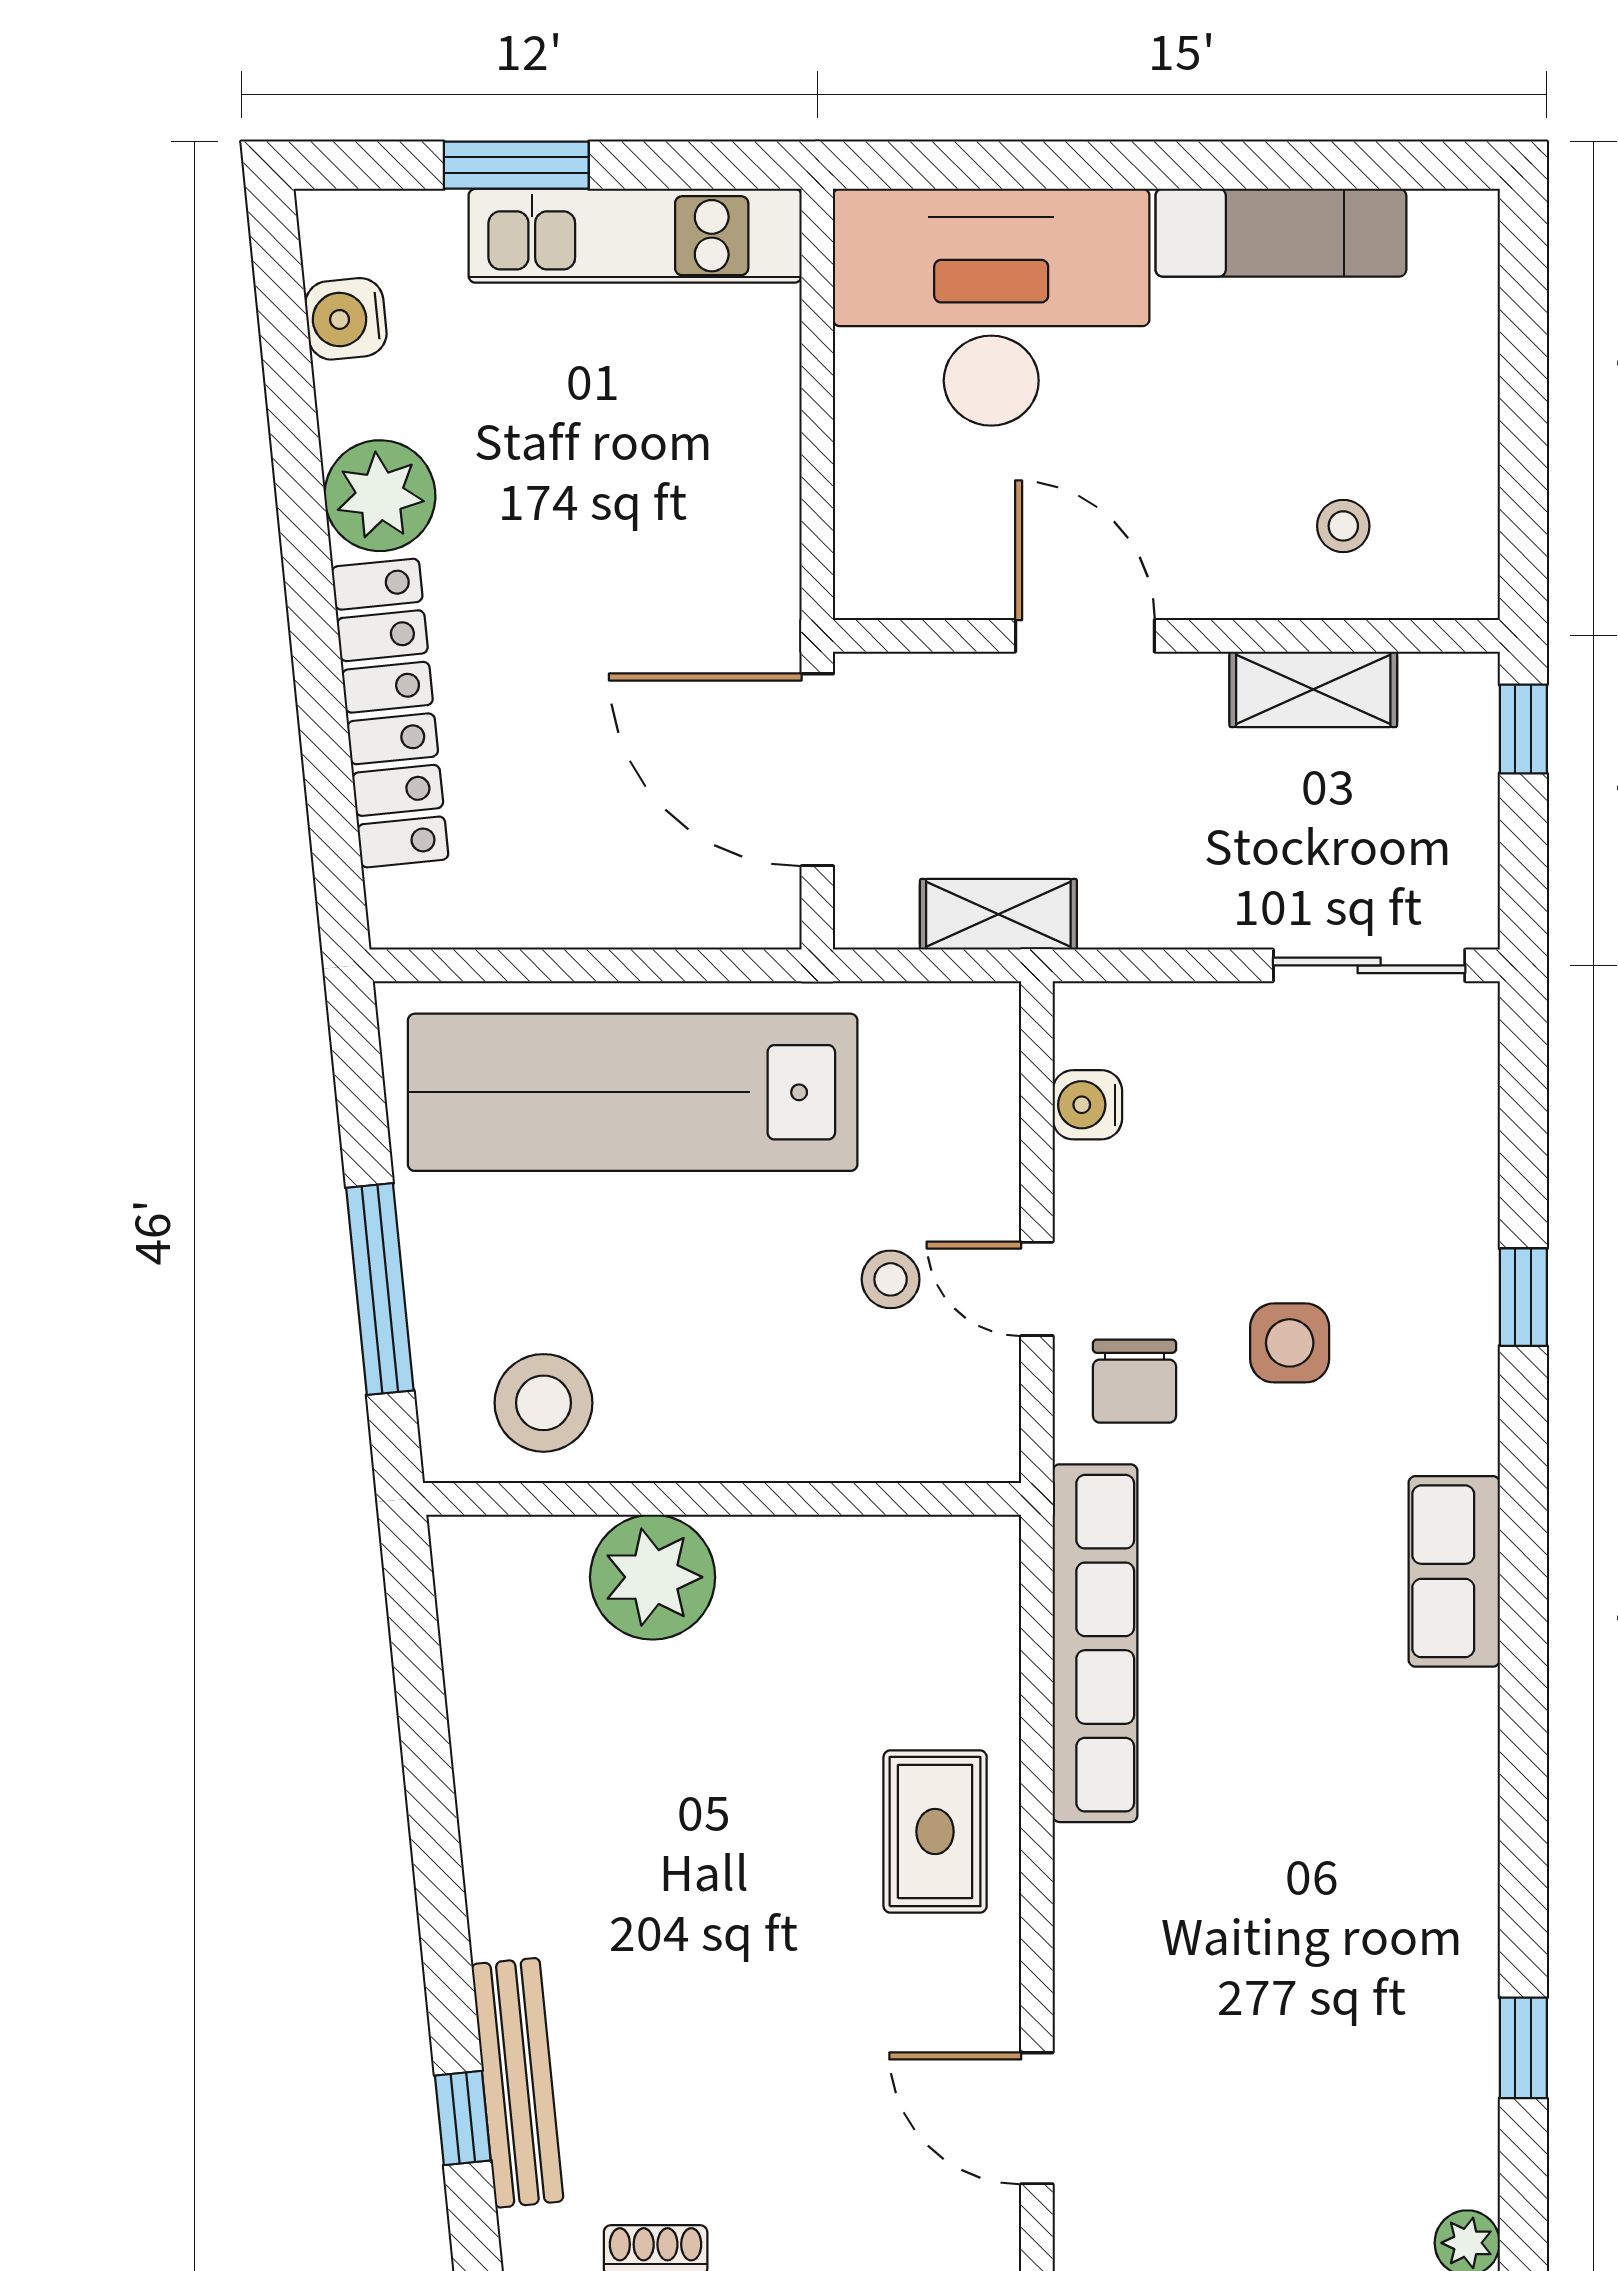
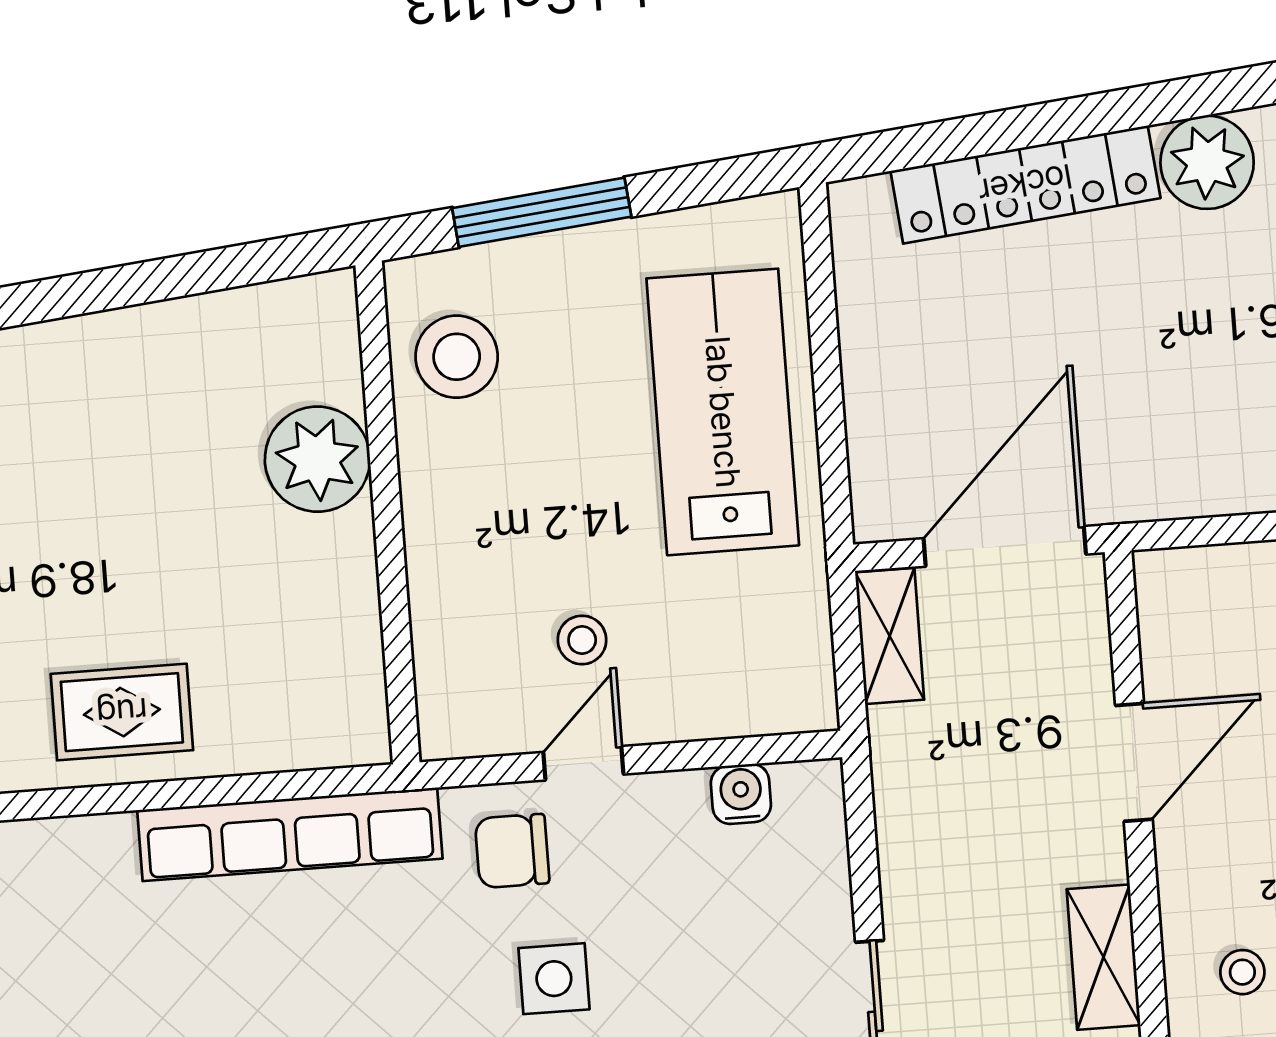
shelving: (998, 914) -> (890, 636), moved
lab bench: (633, 1092) -> (723, 412), width x0.73

